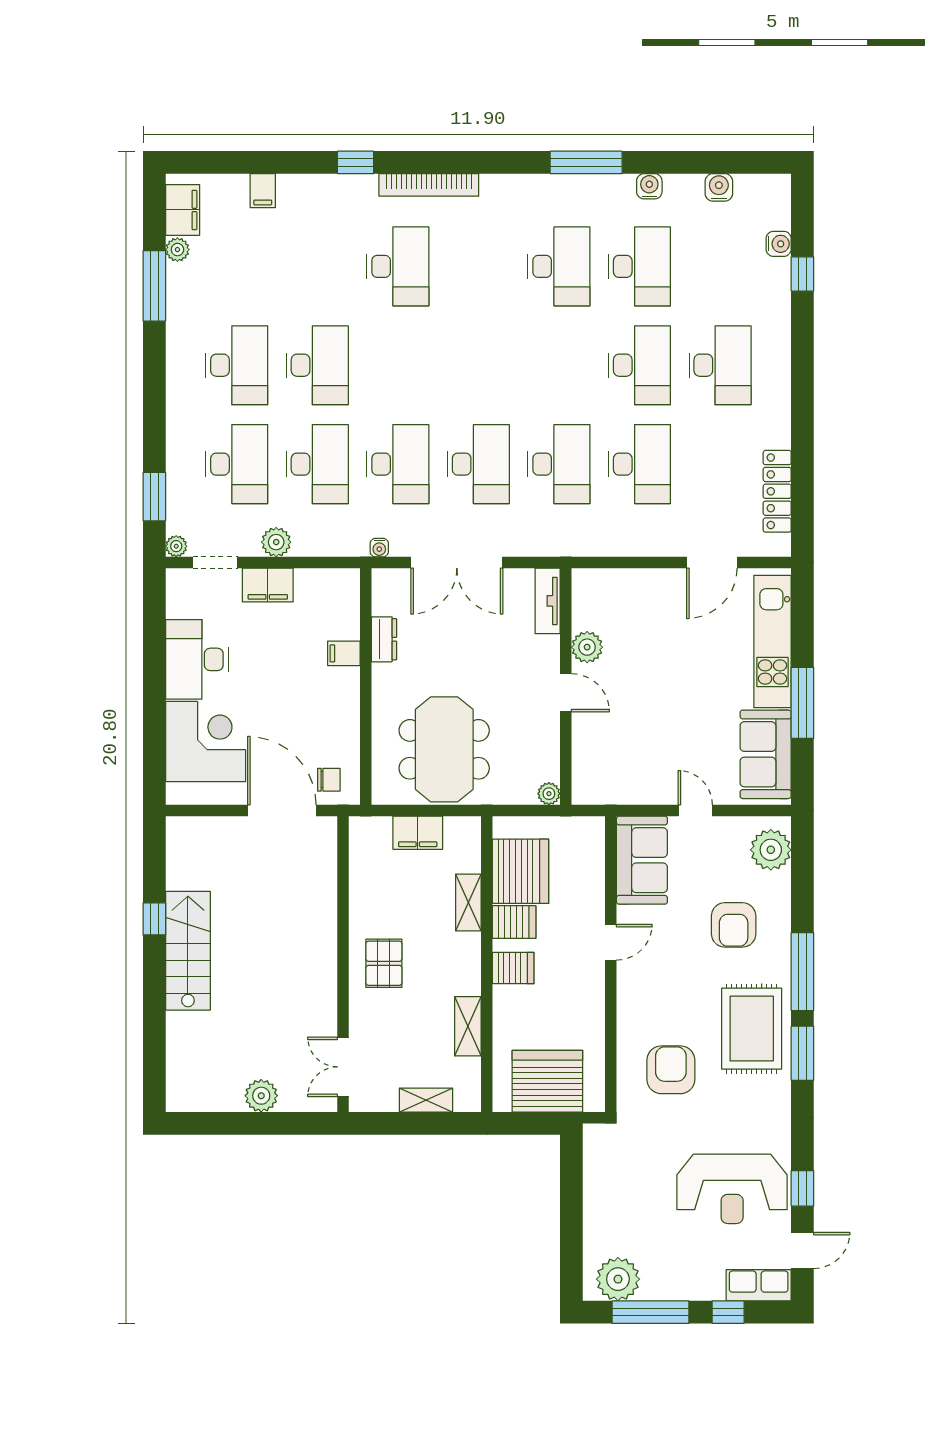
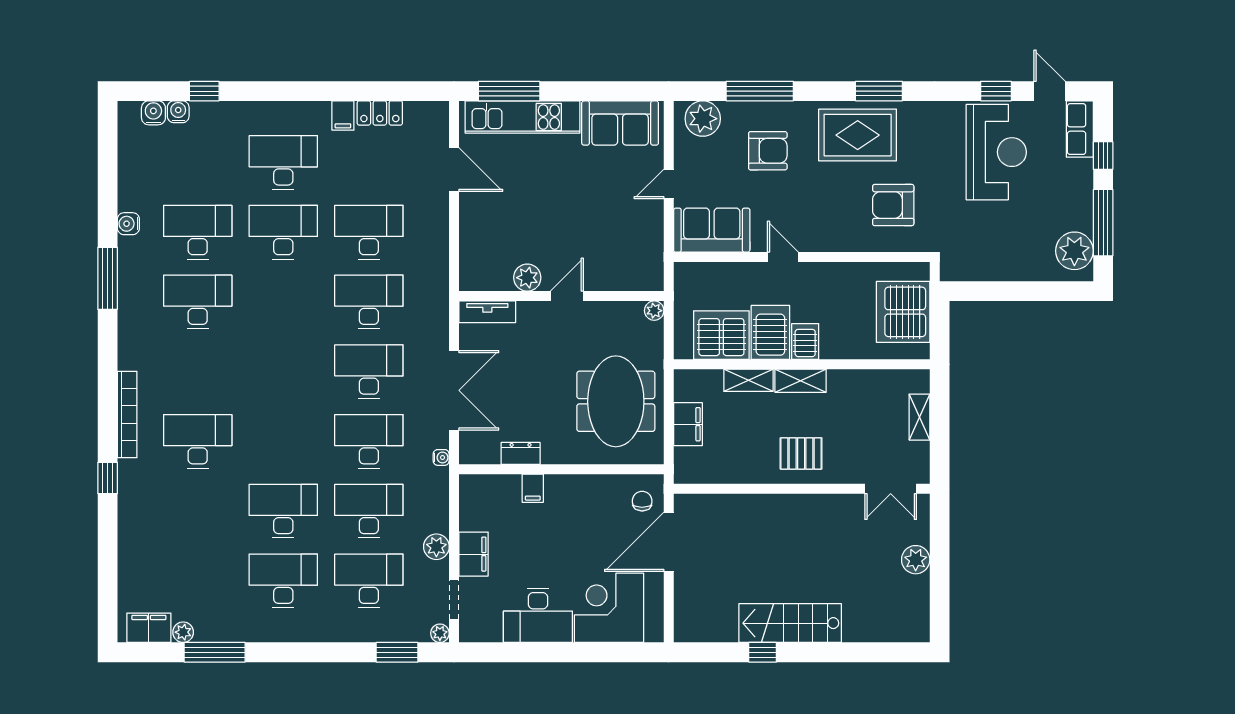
water cooler: (719, 187) -> (153, 113), moved, turned 90
filing cabinet: (263, 191) -> (343, 116), moved, turned 90
locker: (777, 491) -> (380, 113), width x0.66
window: (802, 703) -> (509, 91), moved
meeting table: (444, 749) -> (616, 401), turned 90
server rack: (514, 922) -> (770, 332), width x1.36, depth x1.44
window: (802, 972) -> (760, 91), moved
shelving: (468, 1026) -> (801, 381), moved

